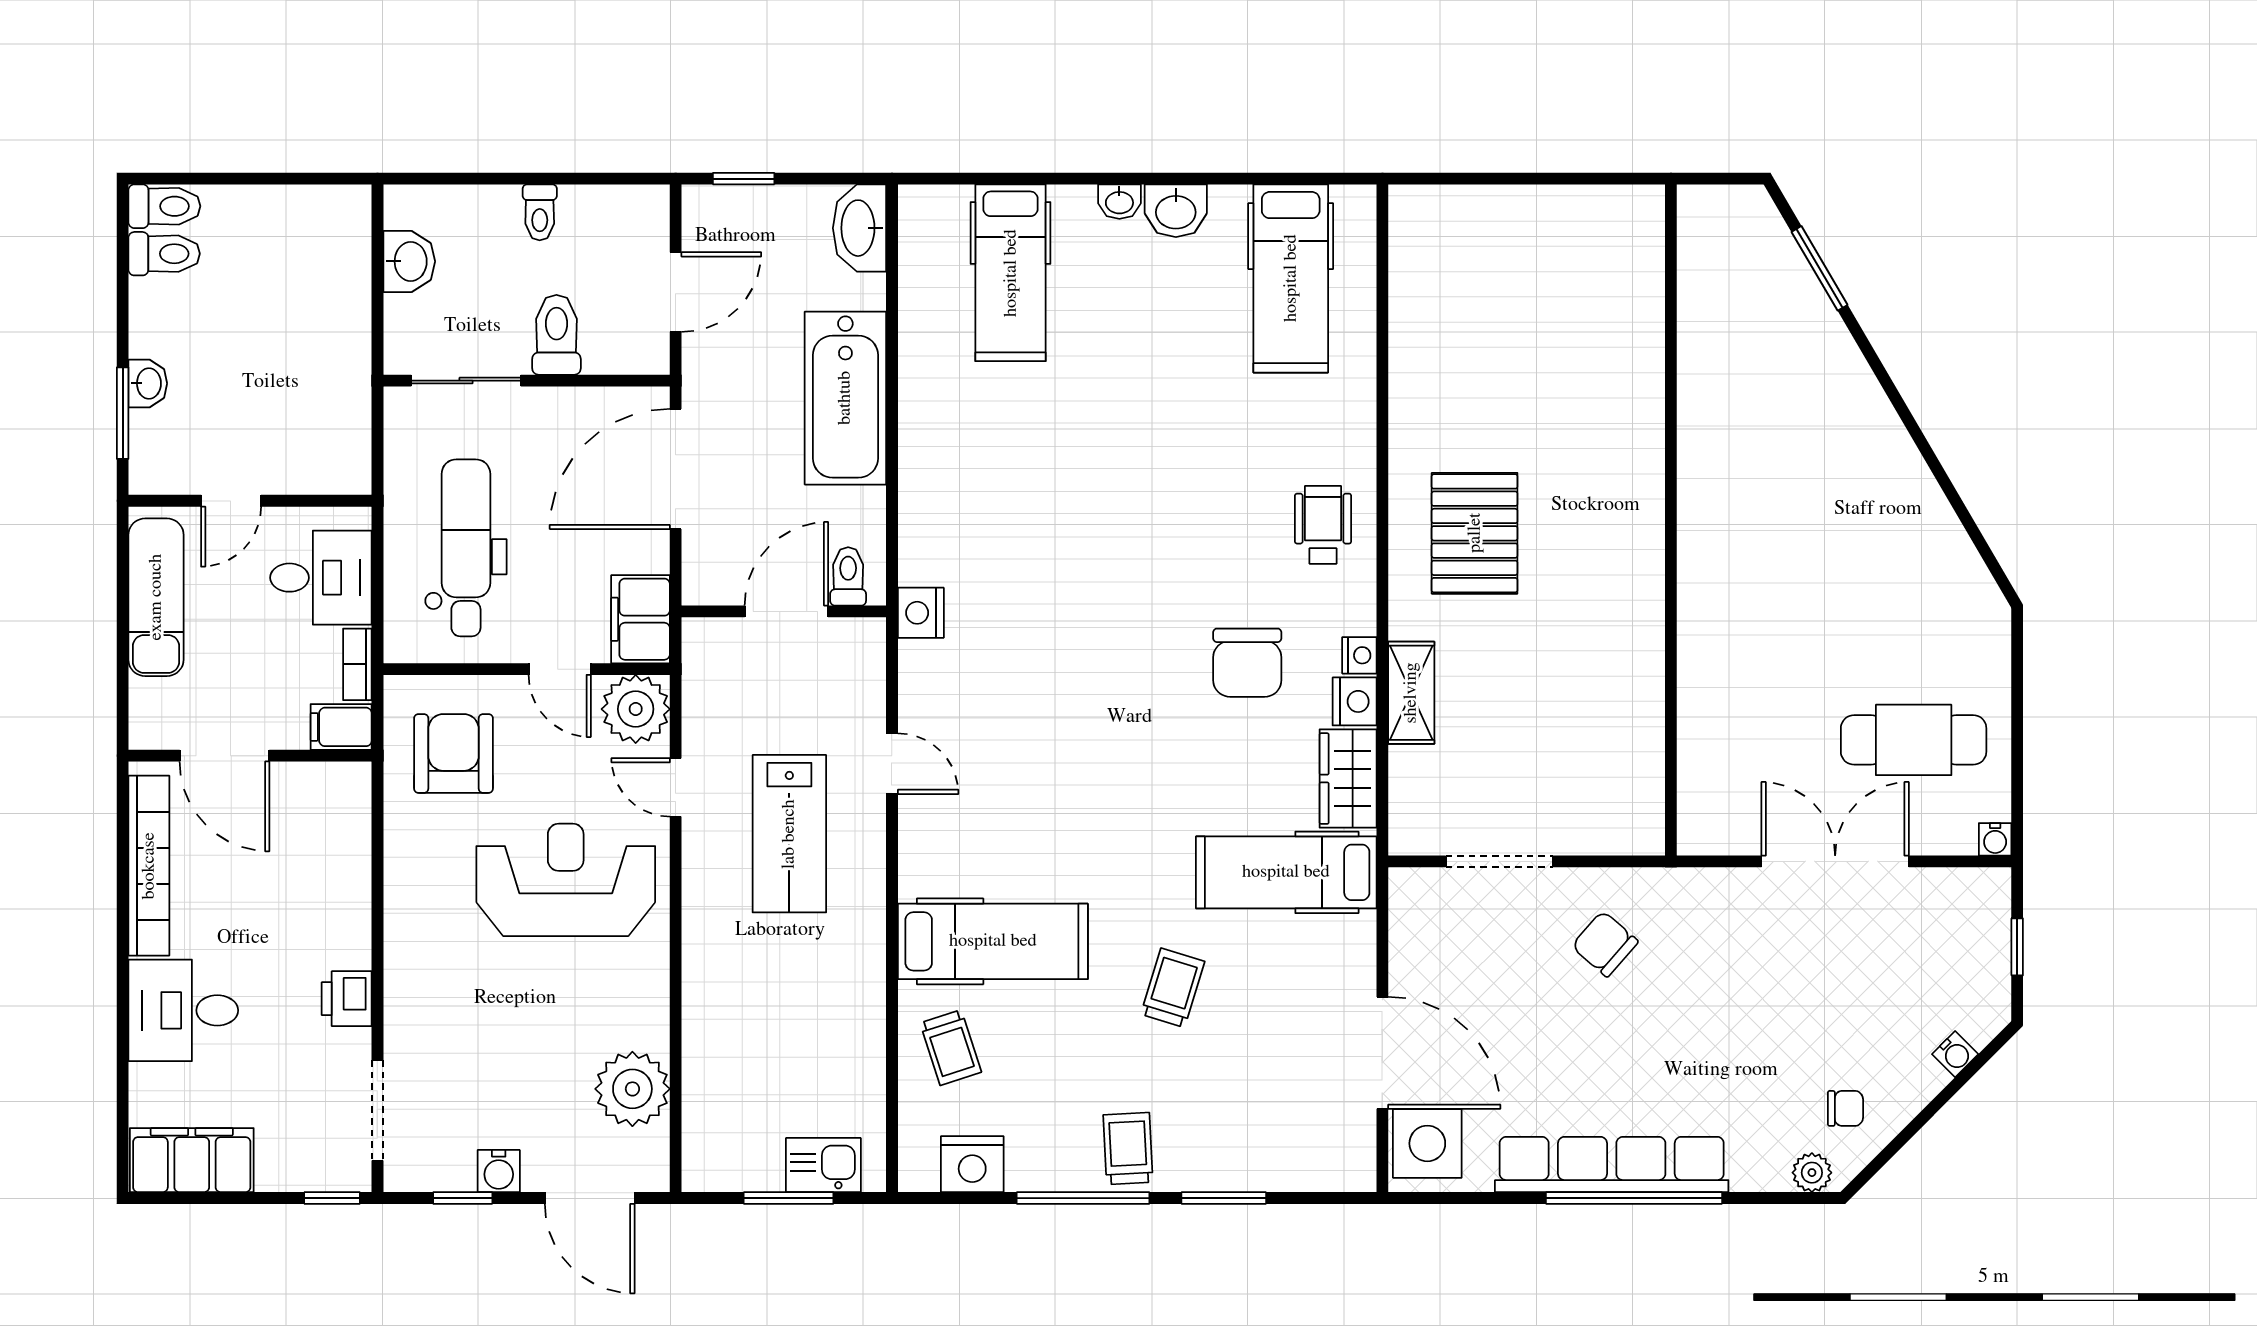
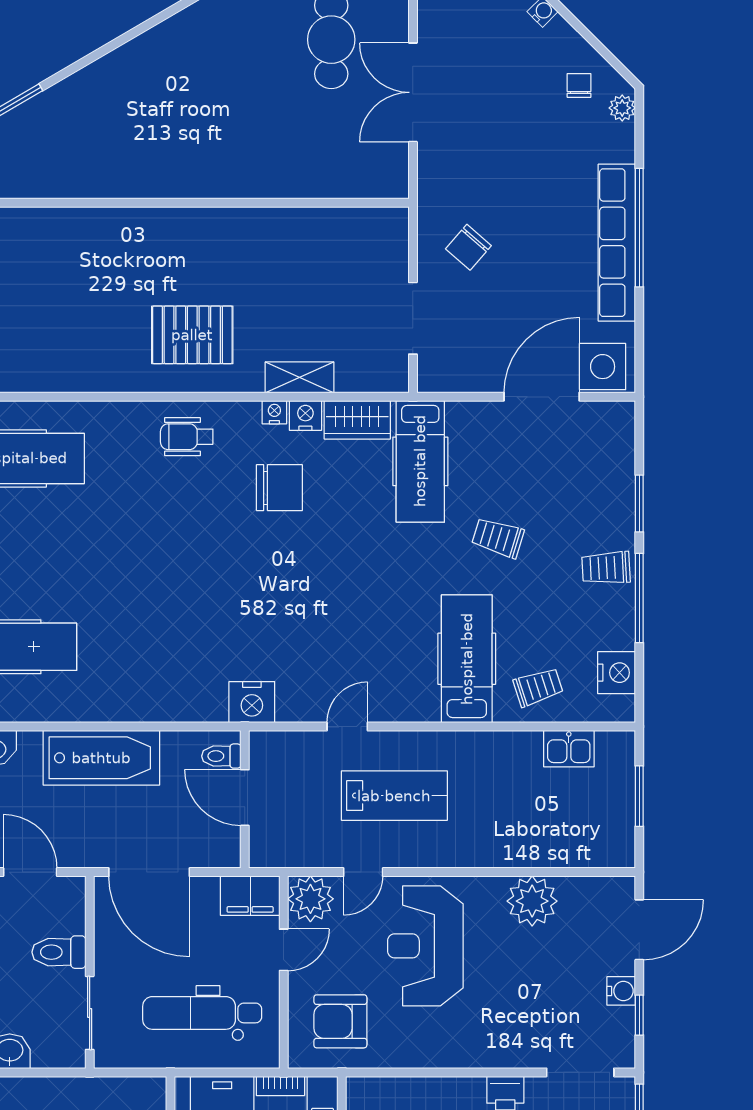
nightstand: (921, 613) -> (252, 702), width x1.36, depth x1.33
plant: (632, 1089) -> (532, 901), moved
kitchen sink: (823, 1165) -> (569, 749), moved, turned -90

